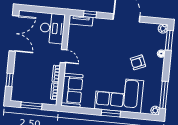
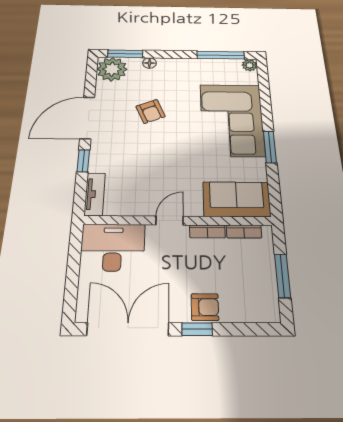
window: (90, 14) -> (83, 161), moved
plant: (163, 29) -> (112, 69), width x1.87, depth x1.87
armchair: (138, 62) -> (151, 111), moved
armchair: (20, 68) -> (205, 307), added
window: (9, 80) -> (197, 329), moved
window: (111, 113) -> (270, 147), moved

